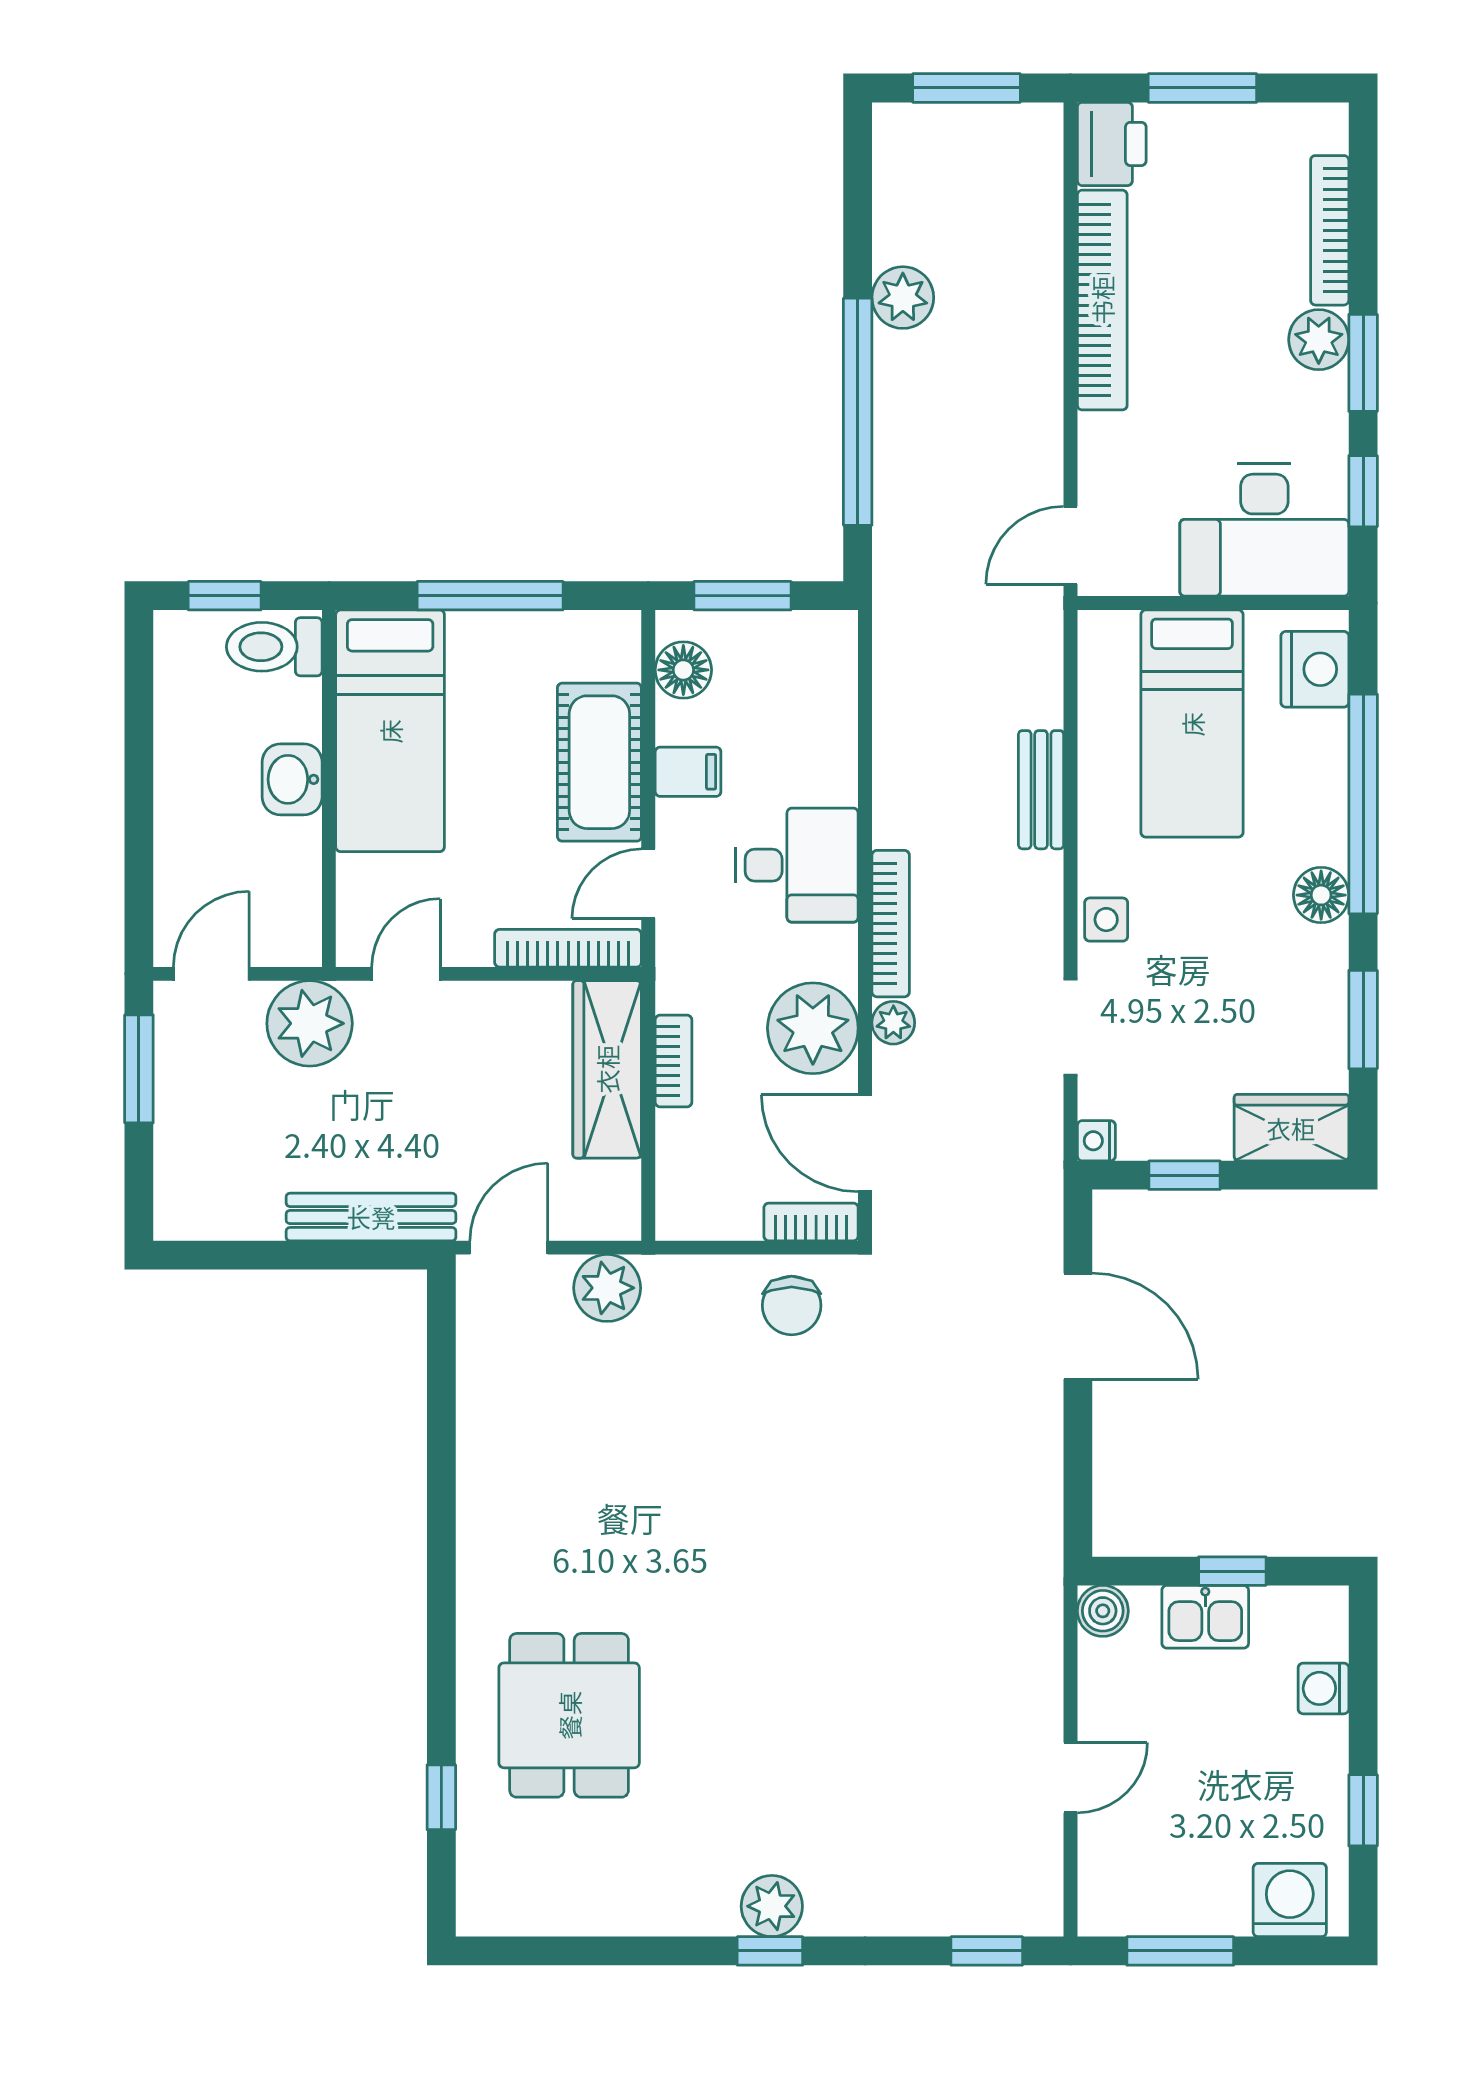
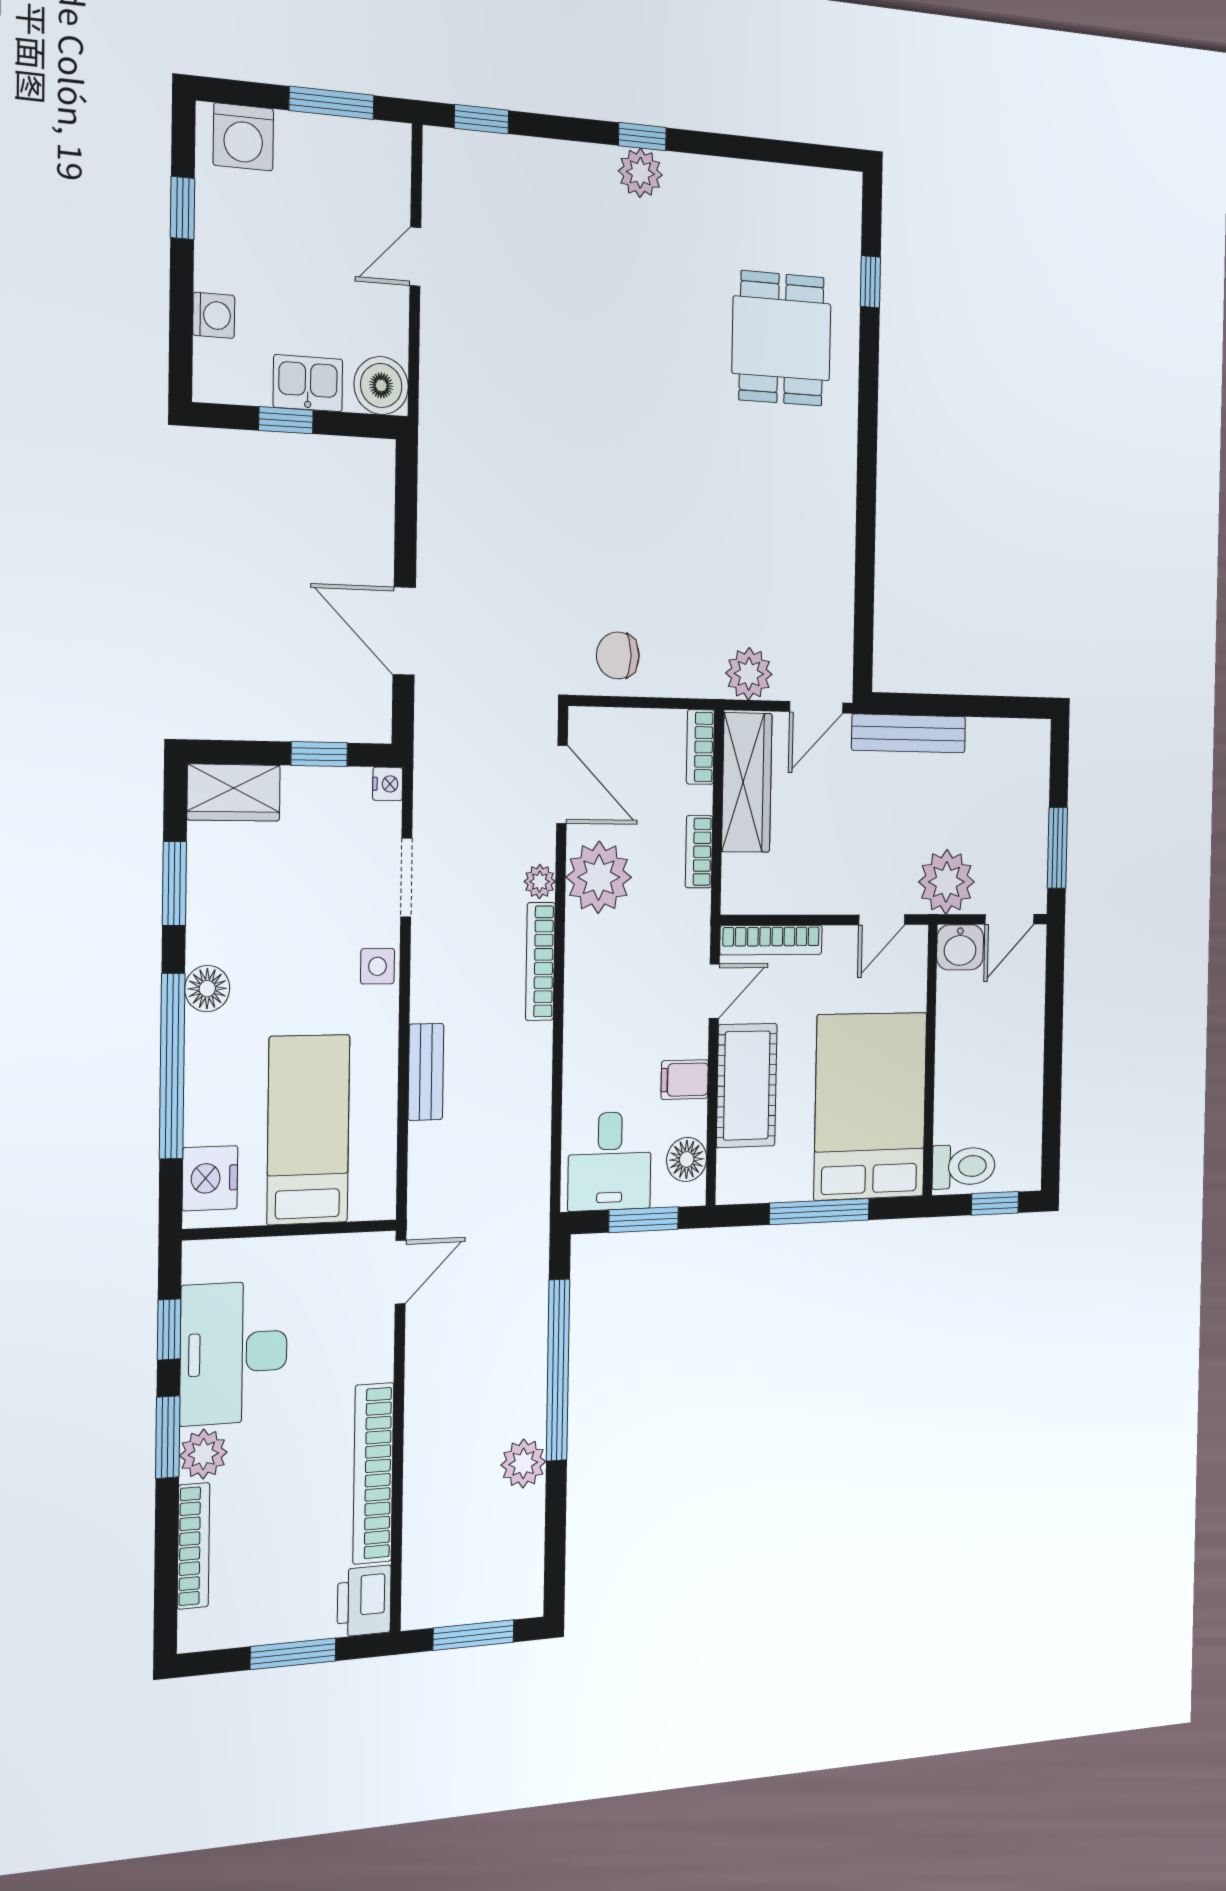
desk: (1264, 530) -> (234, 1353), moved, turned -90
bed: (390, 731) -> (870, 1106), width x1.50
washbasin: (292, 779) -> (960, 947), moved, turned 90
desk: (797, 865) -> (610, 1161), moved, turned -90
wardrobe: (607, 1069) -> (747, 782), moved
bookcase: (811, 1222) -> (700, 747), moved, turned 90
chair: (792, 1305) -> (618, 655), turned -90
boiler: (1103, 1611) -> (381, 386), width x1.36, depth x1.36

